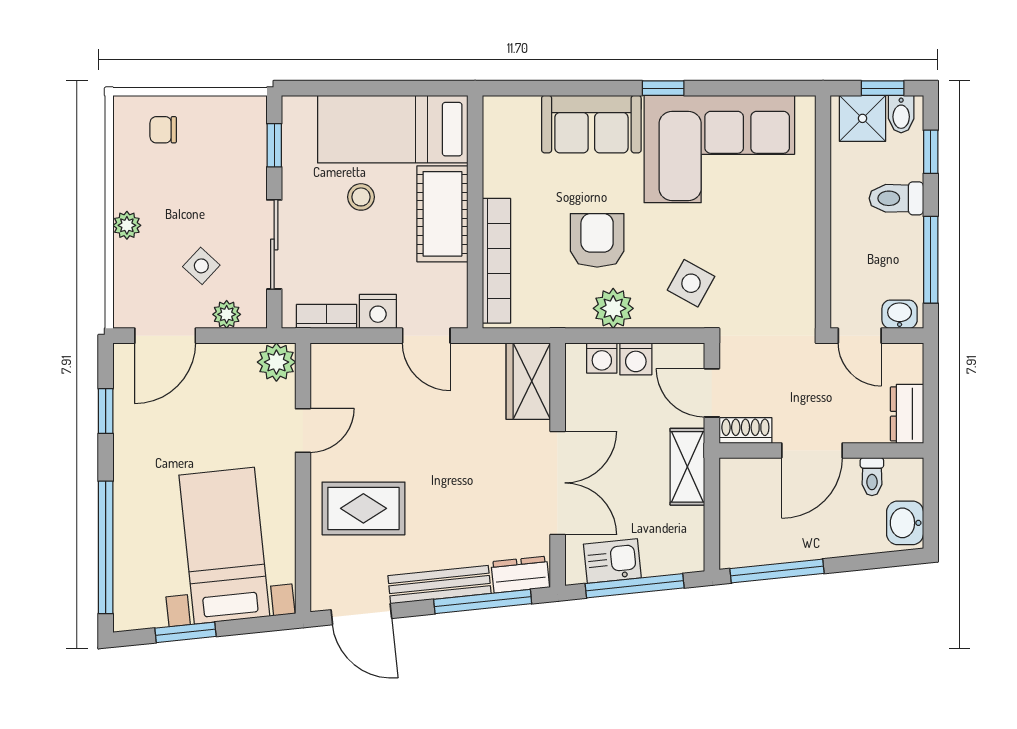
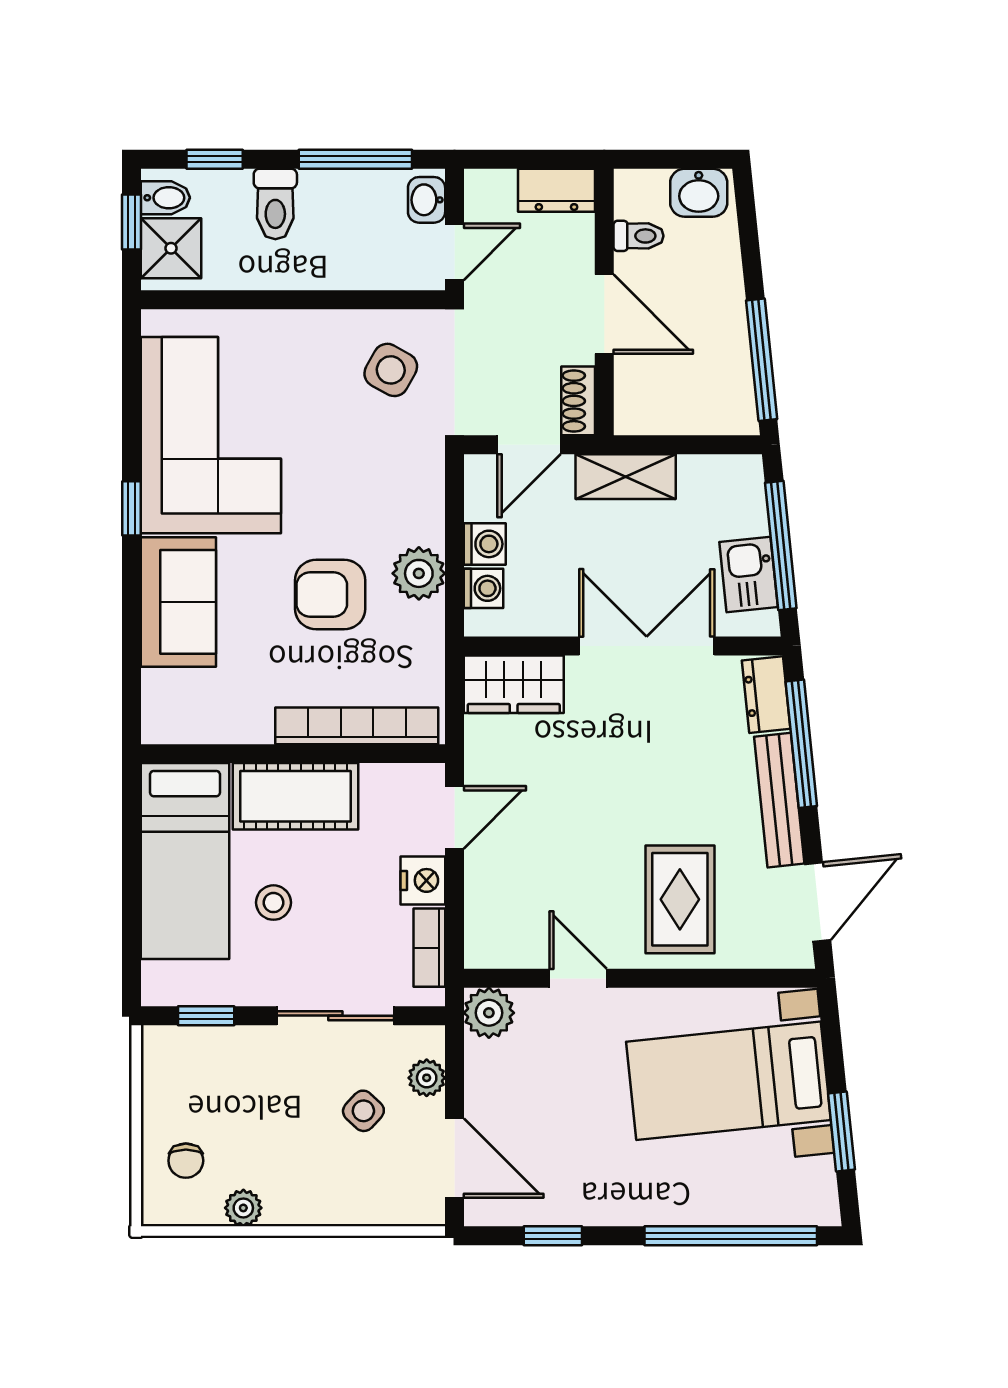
plant: (127, 225) -> (243, 1208), moved
side table: (691, 283) -> (391, 370), moved

